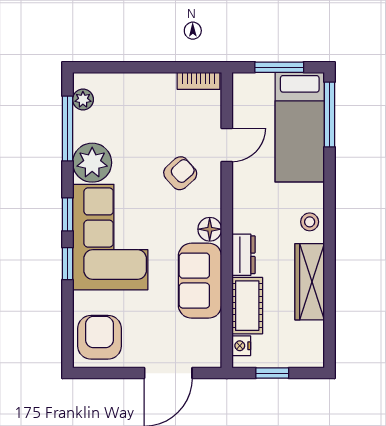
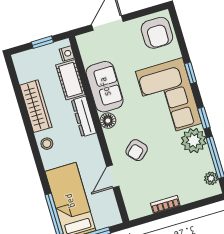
bookcase: (199, 81) -> (165, 204), moved
window: (67, 214) -> (204, 118), moved
dresser: (243, 255) -> (84, 116), width x1.44

